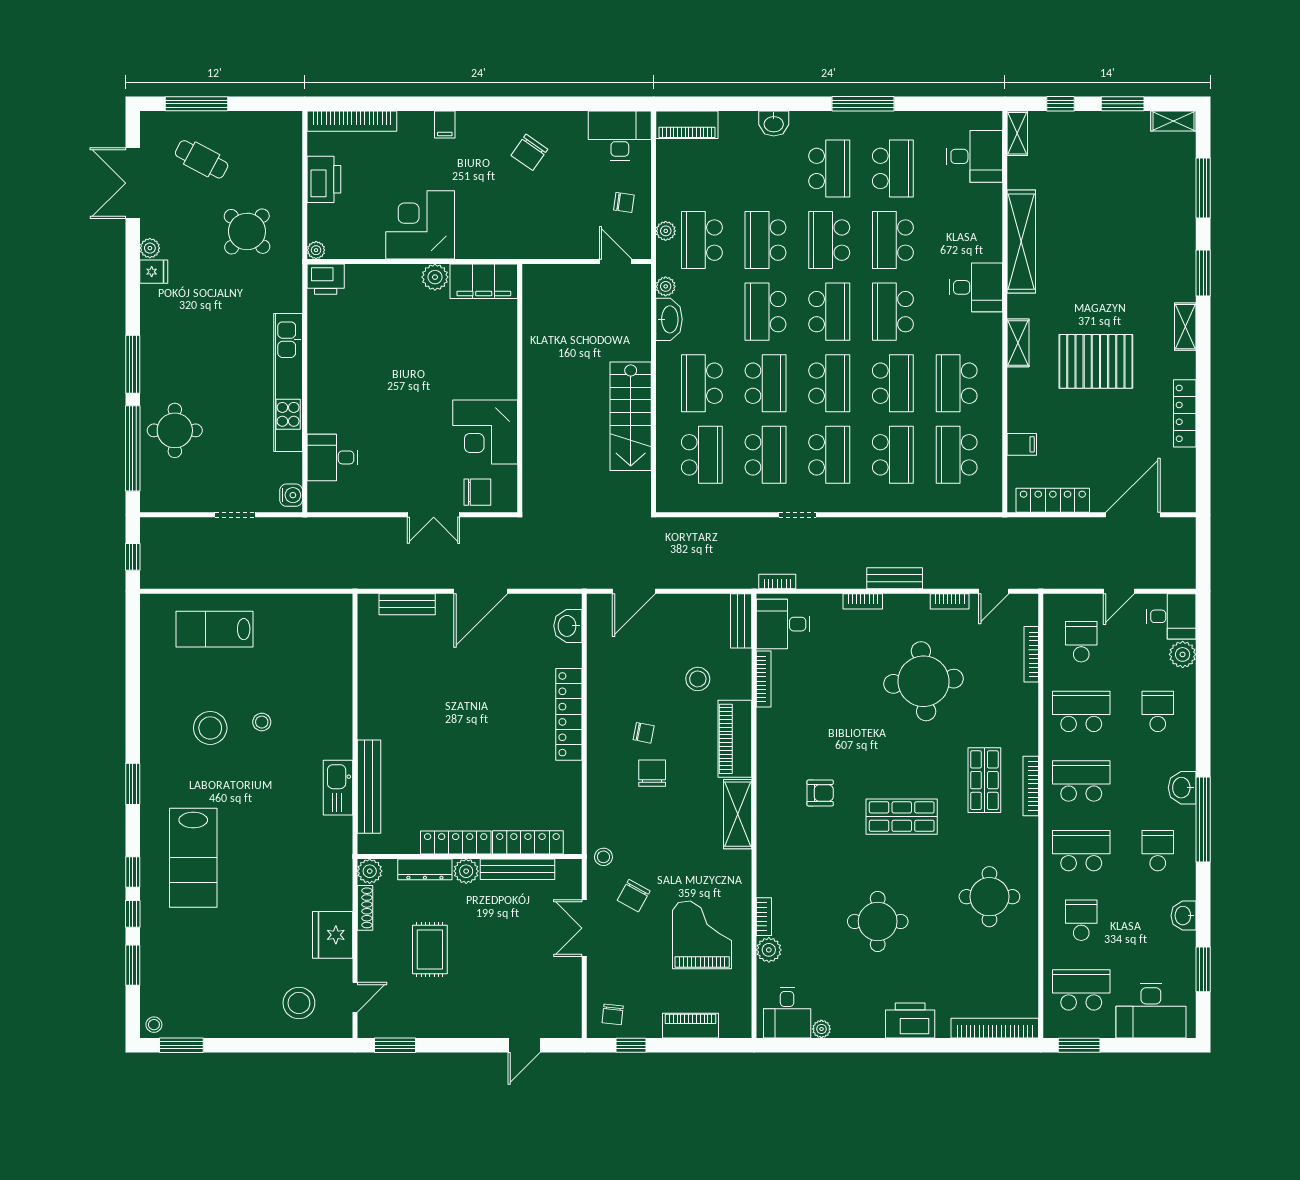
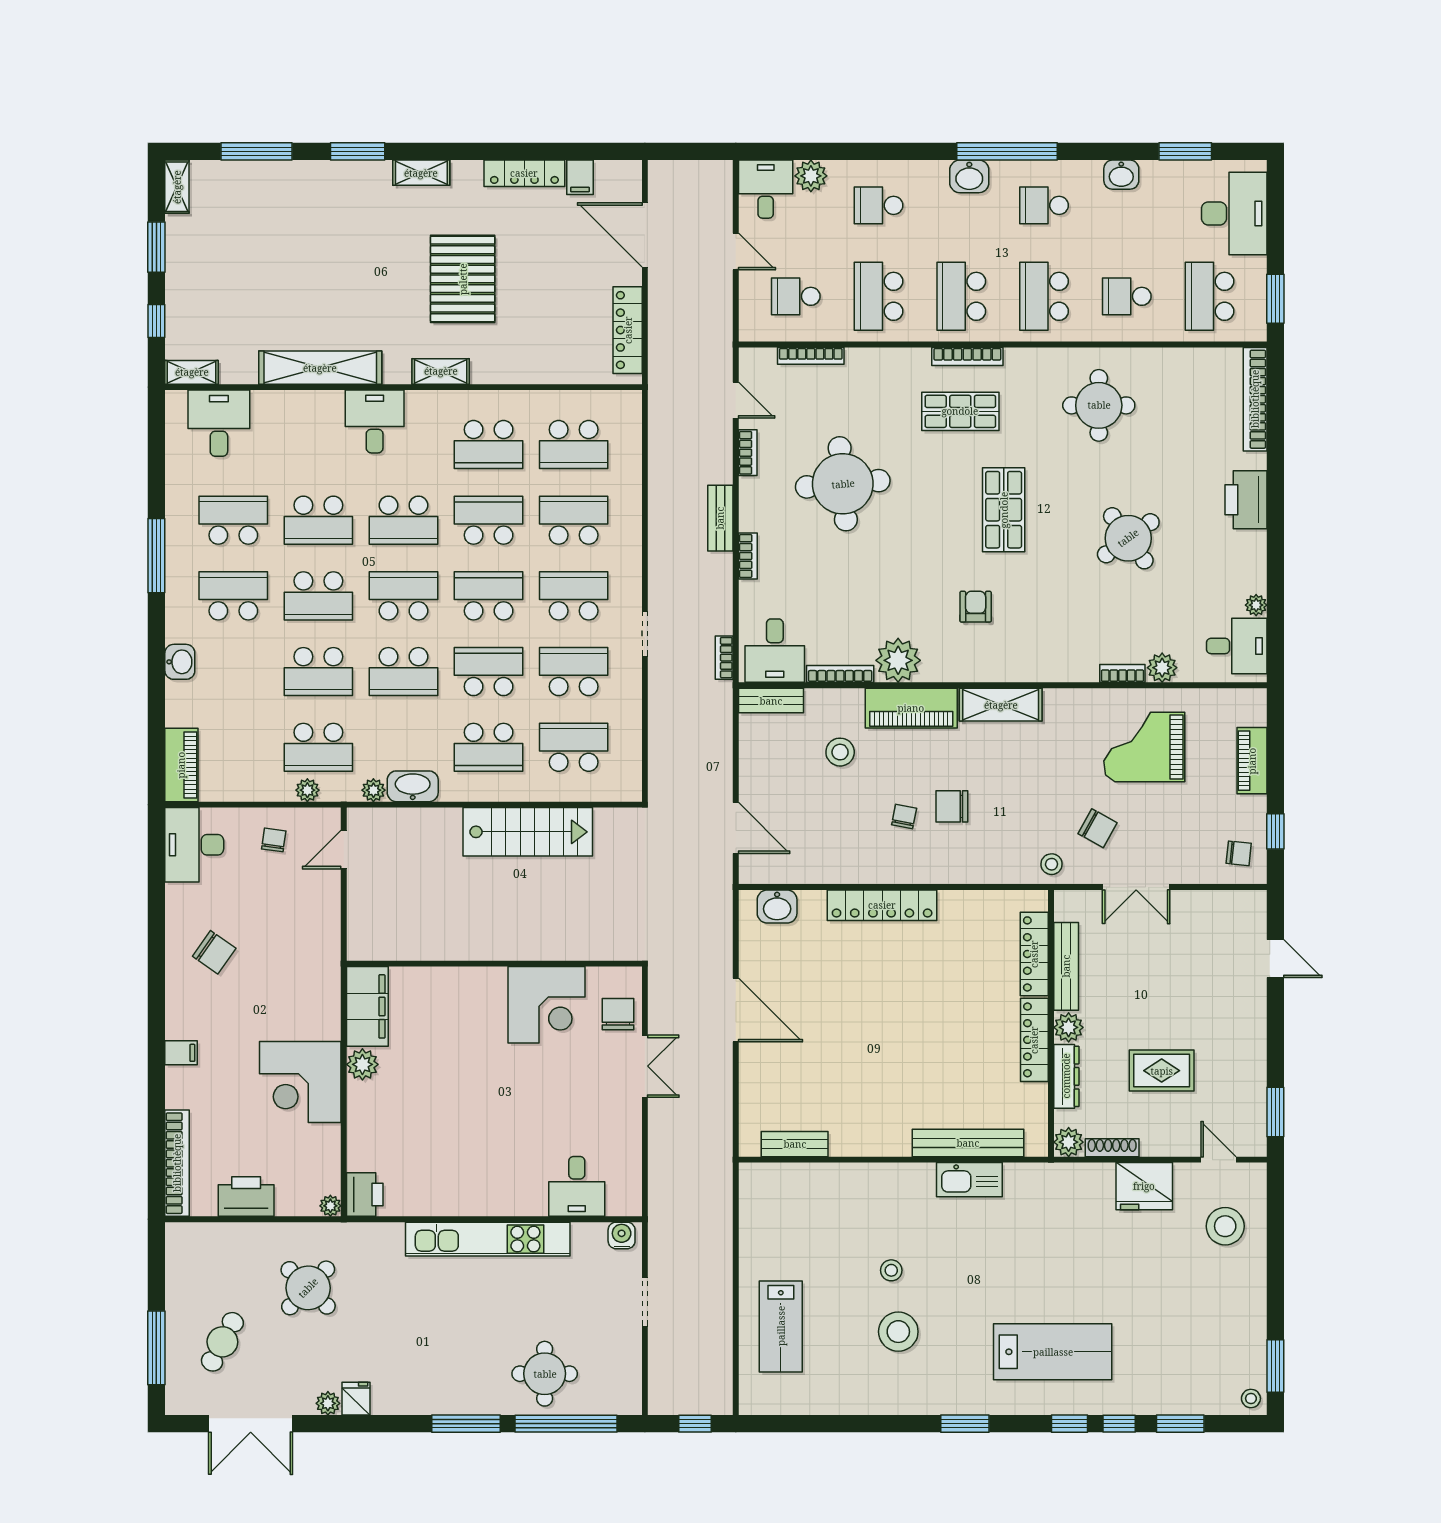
filing cabinet: (1022, 444) -> (580, 177), moved, turned 180
bench: (407, 604) -> (795, 1144), moved, turned 90
plant: (775, 728) -> (898, 660), added
round table: (878, 921) -> (1128, 538), turned -36

